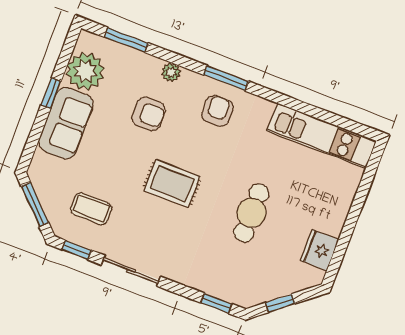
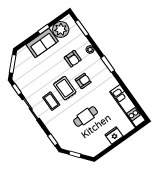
armchair: (217, 111) -> (83, 81), moved
coffee table: (91, 209) -> (51, 101), moved
fridge: (320, 250) -> (114, 135), moved

